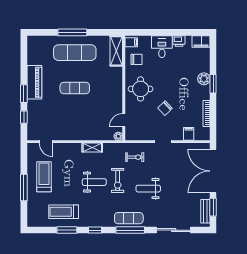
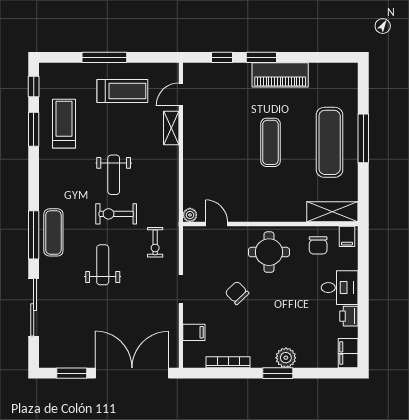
shelving: (92, 148) -> (171, 128), moved
bench: (205, 211) -> (65, 360), removed
window: (95, 230) -> (34, 86), moved

